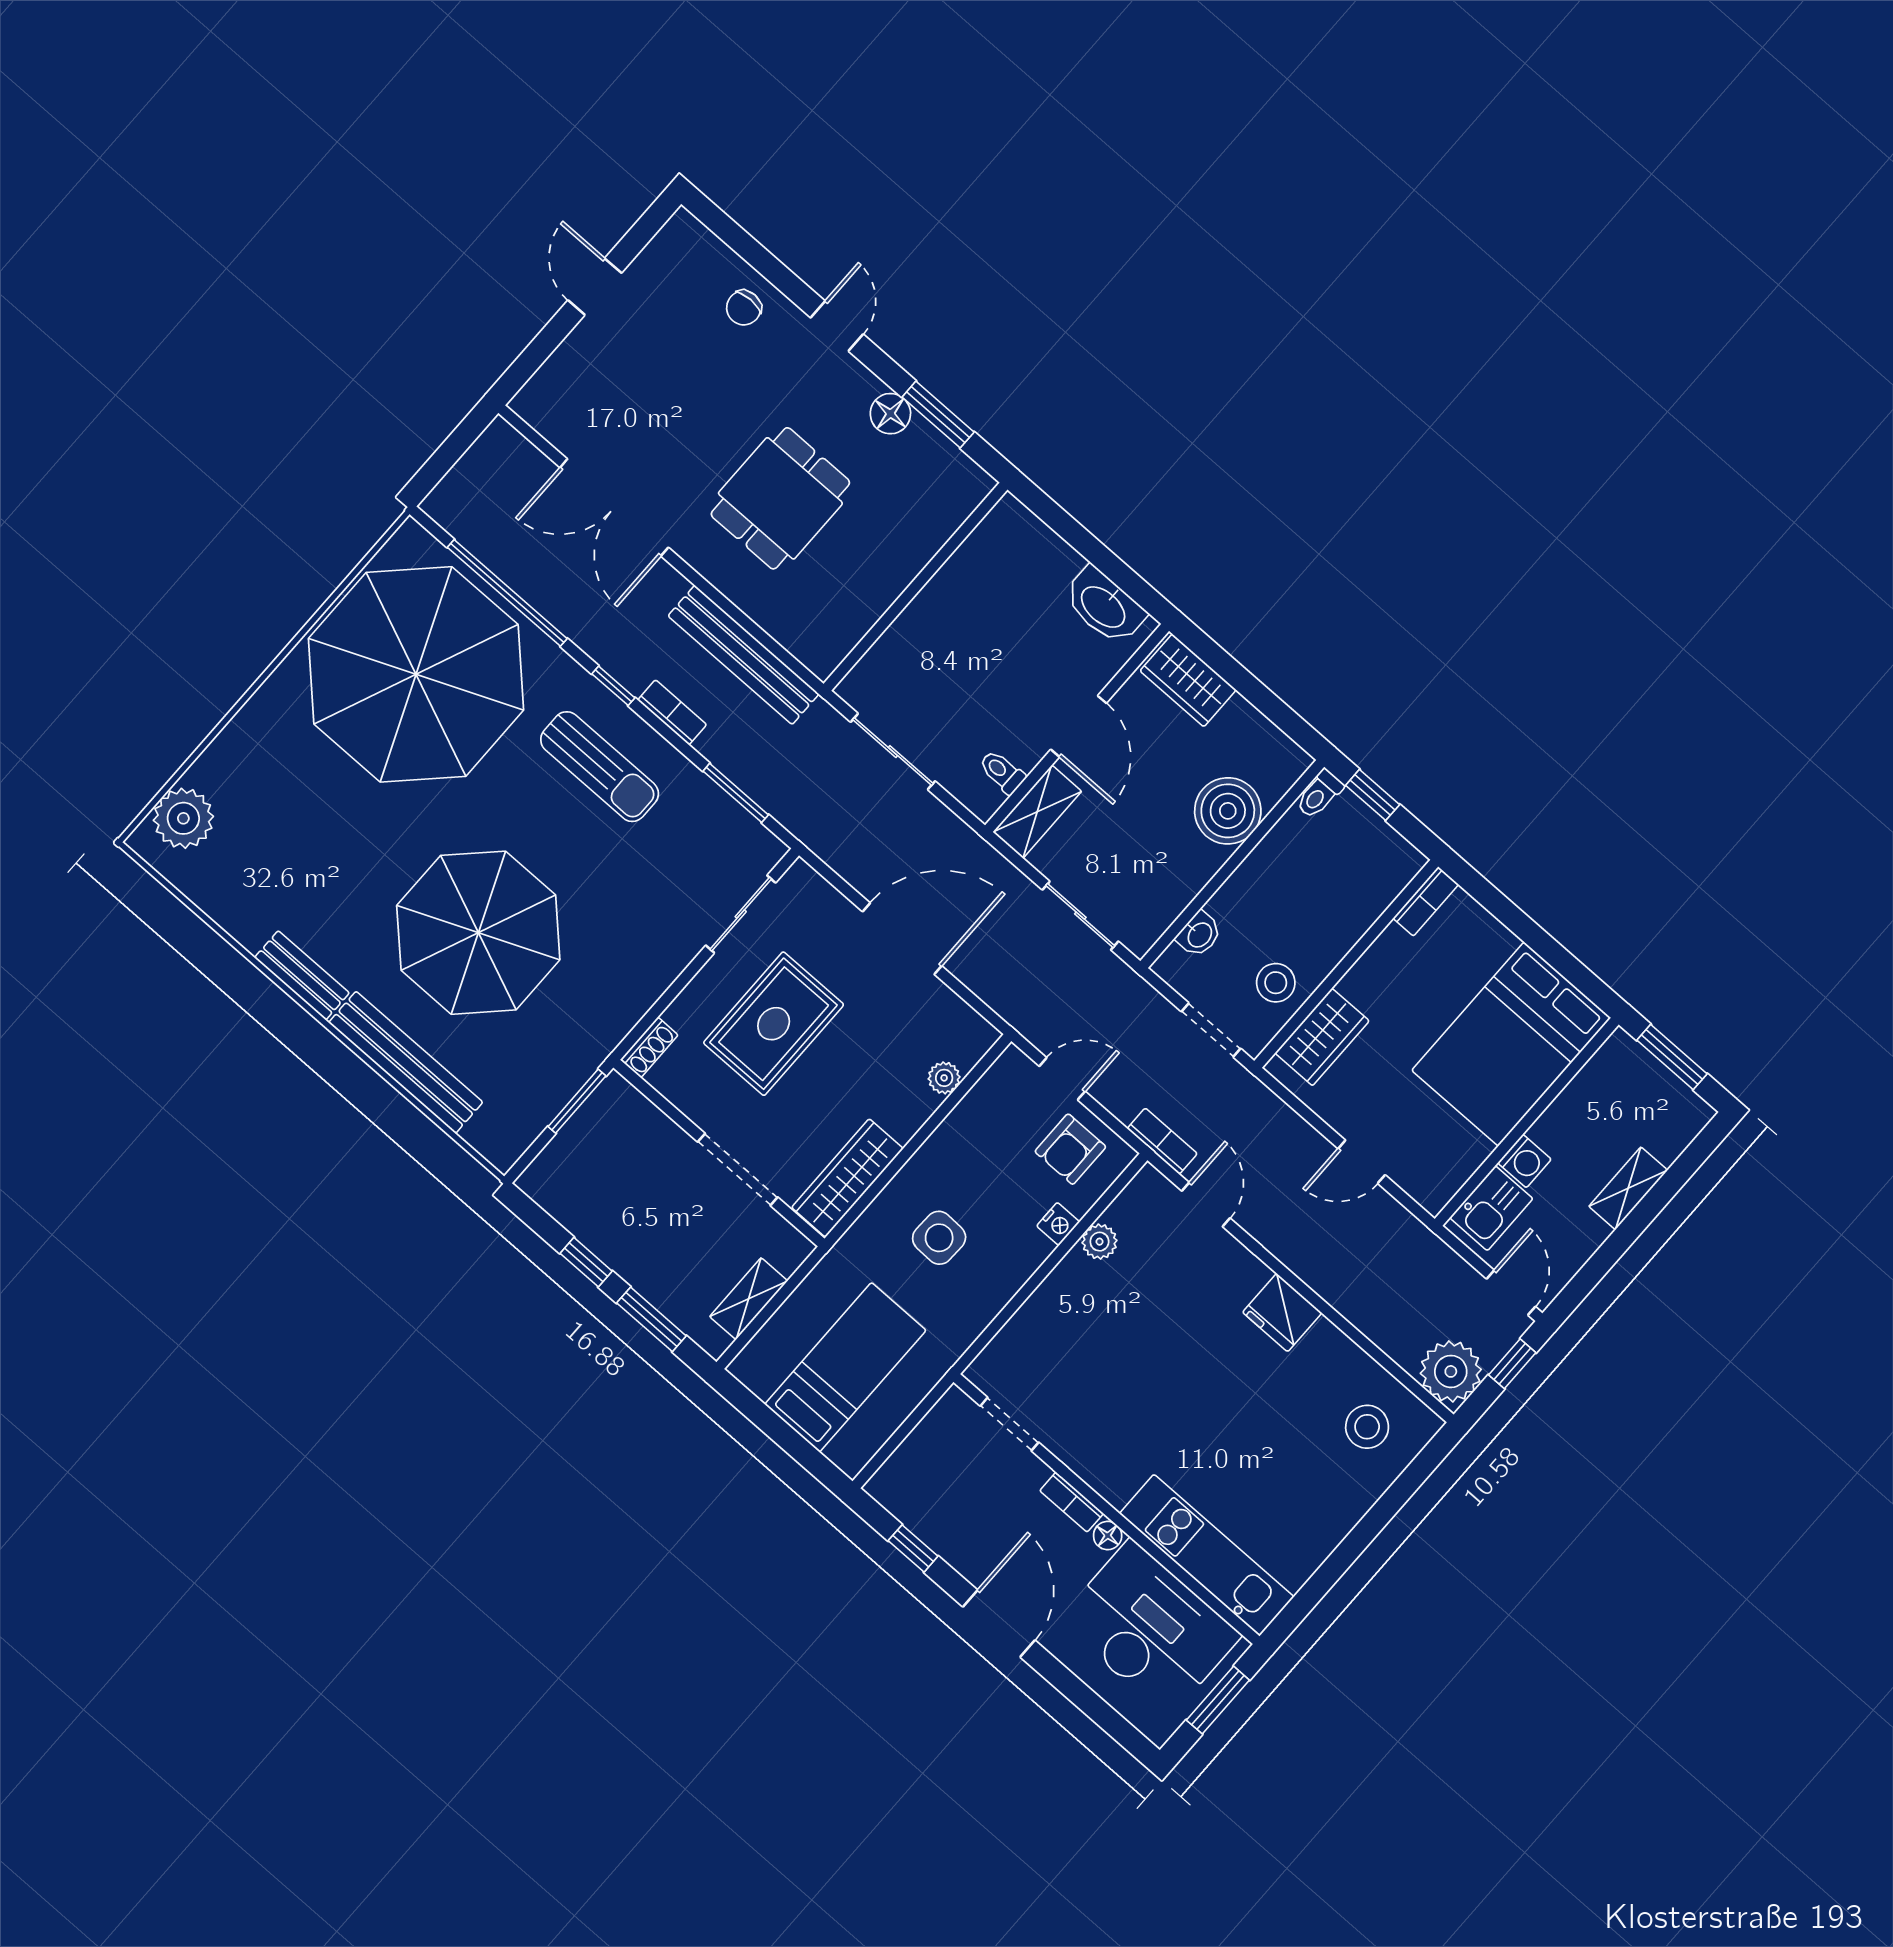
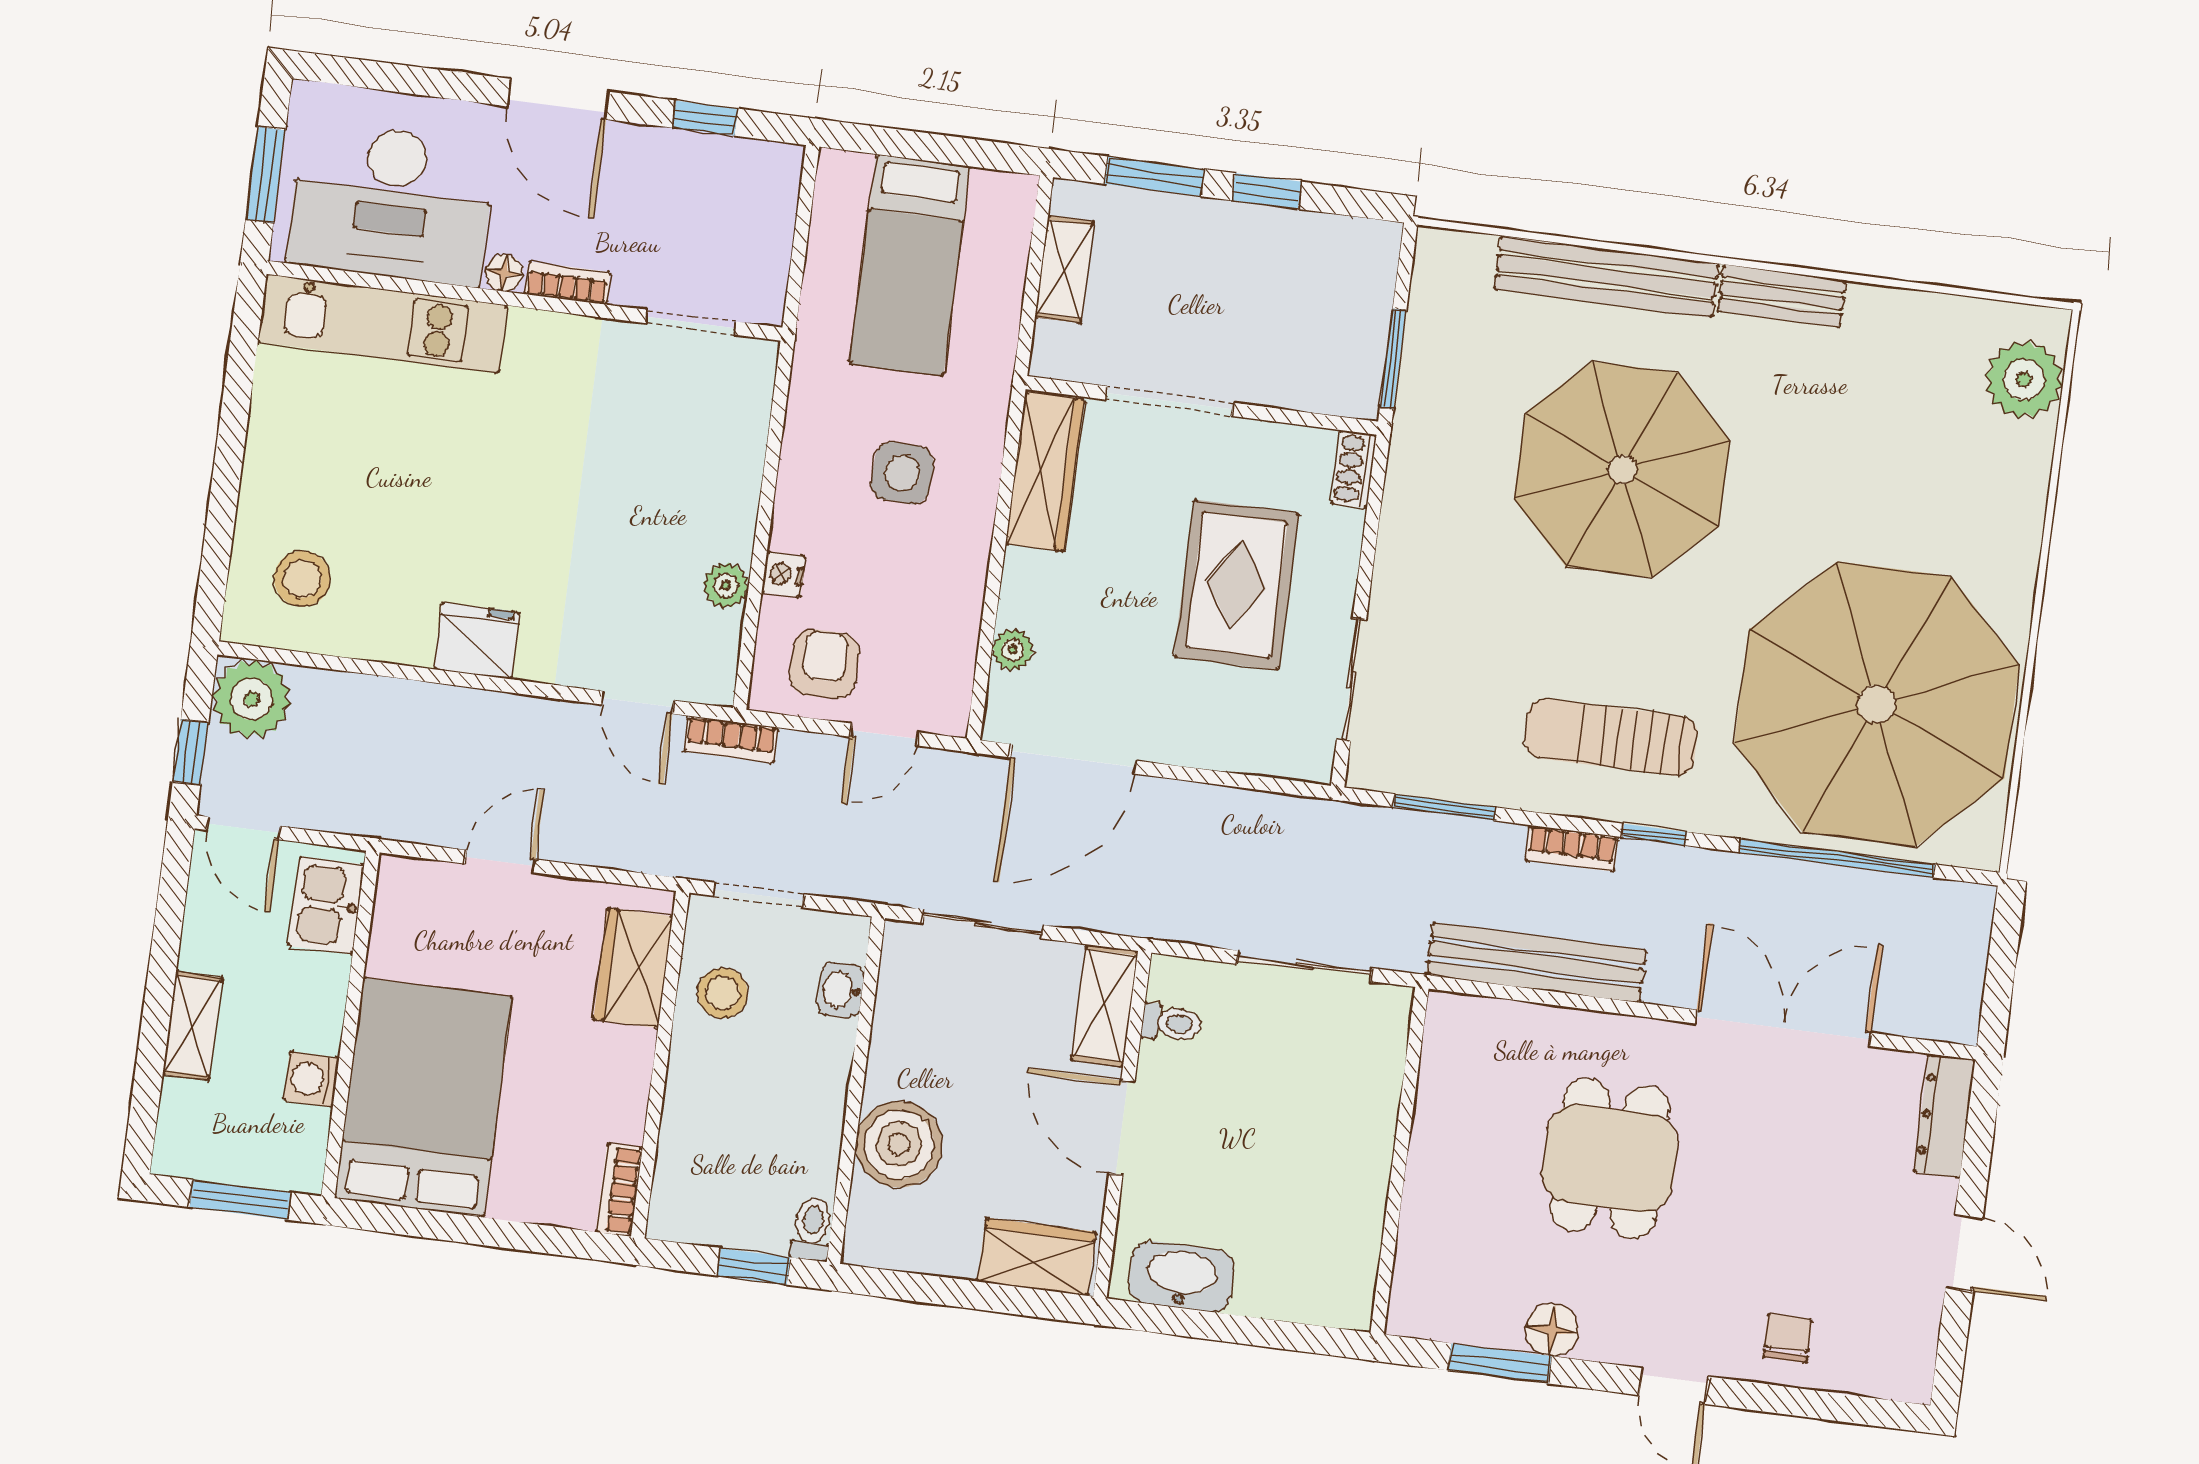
dresser: (549, 382) -> (1944, 1116), added
door: (902, 939) -> (1073, 759), moved
washing machine: (1525, 1161) -> (311, 1079), moved

